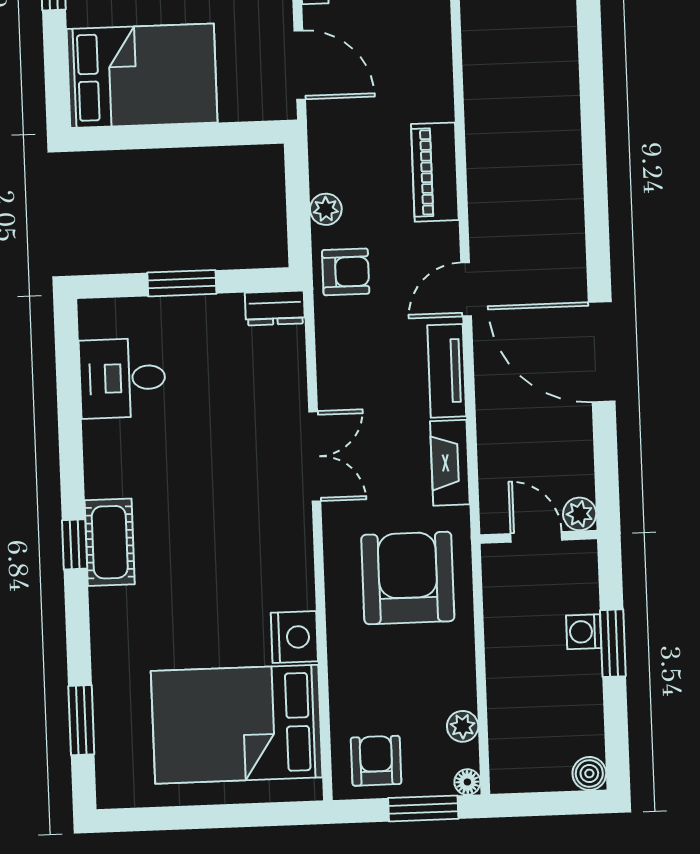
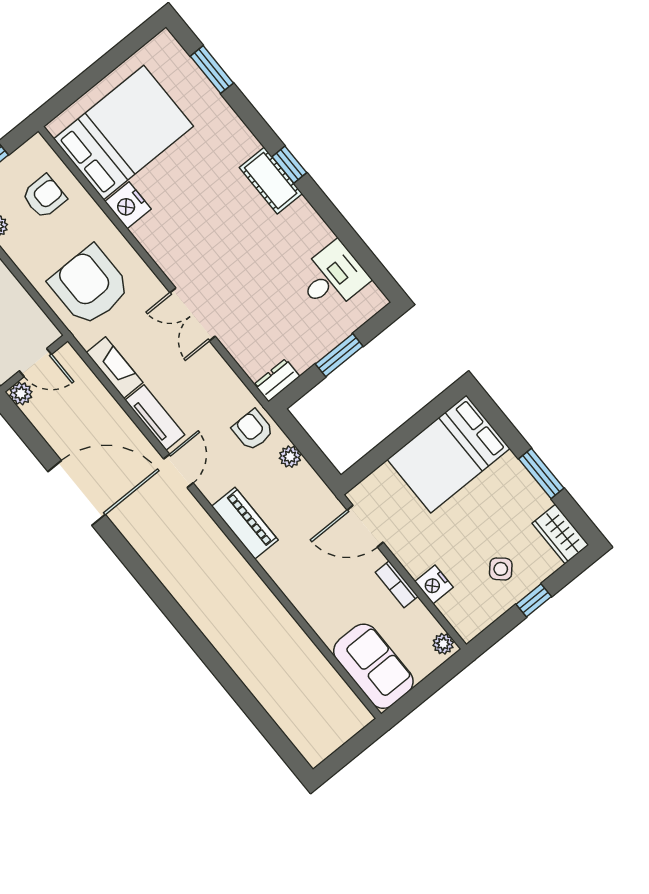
armchair: (346, 272) -> (253, 430), turned 90
armchair: (408, 578) -> (90, 286), turned 180
armchair: (376, 761) -> (44, 197), moved, turned -90

